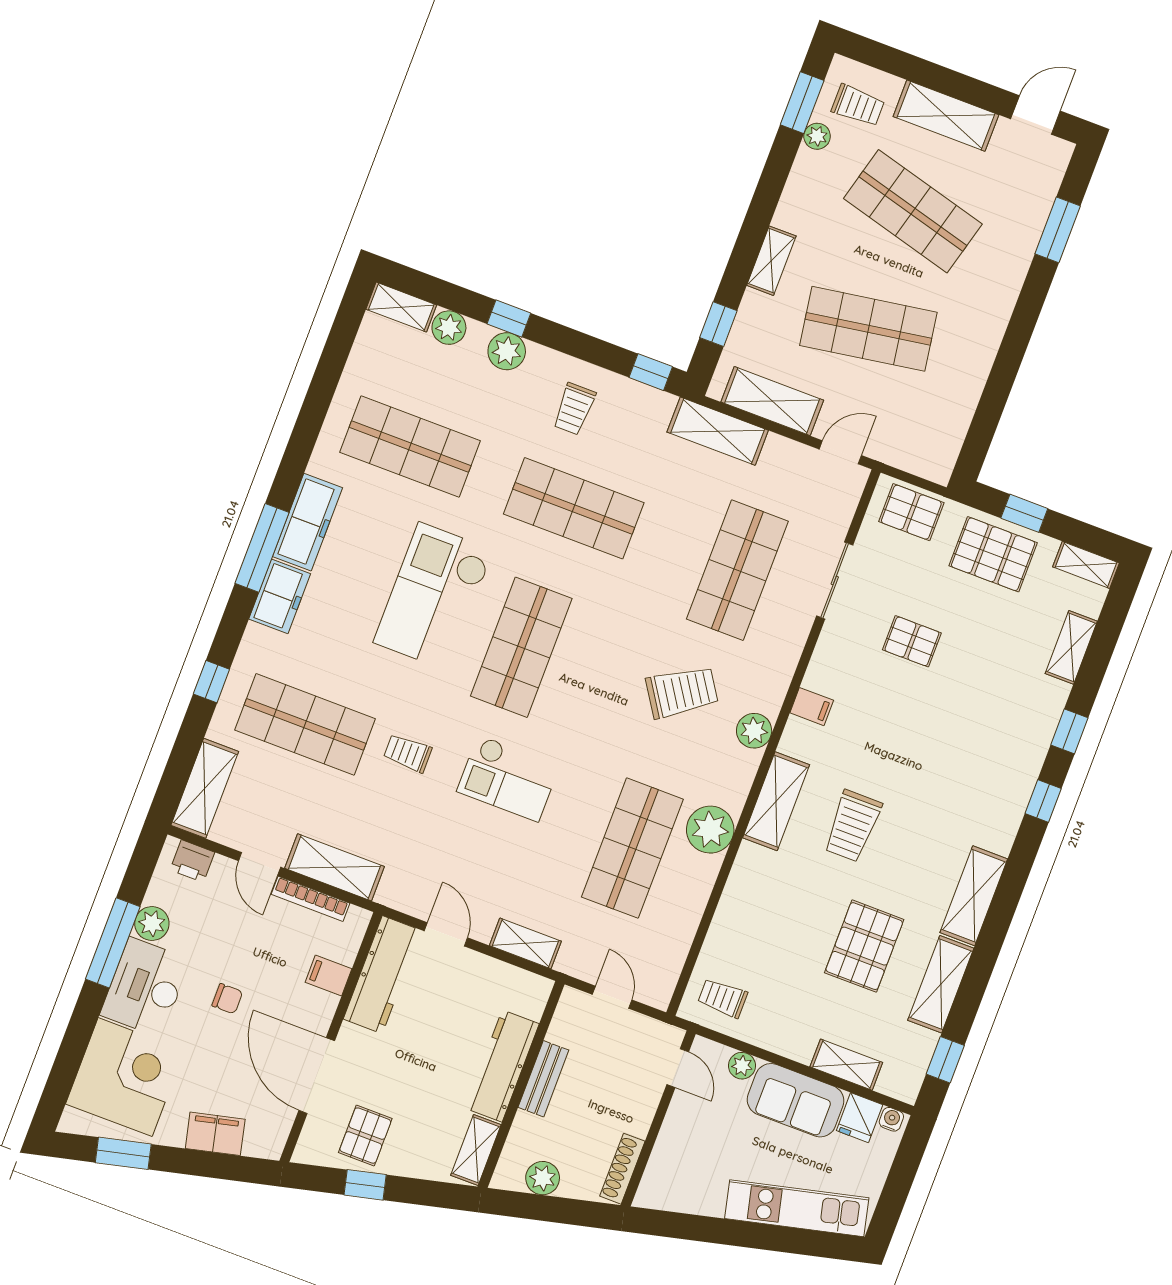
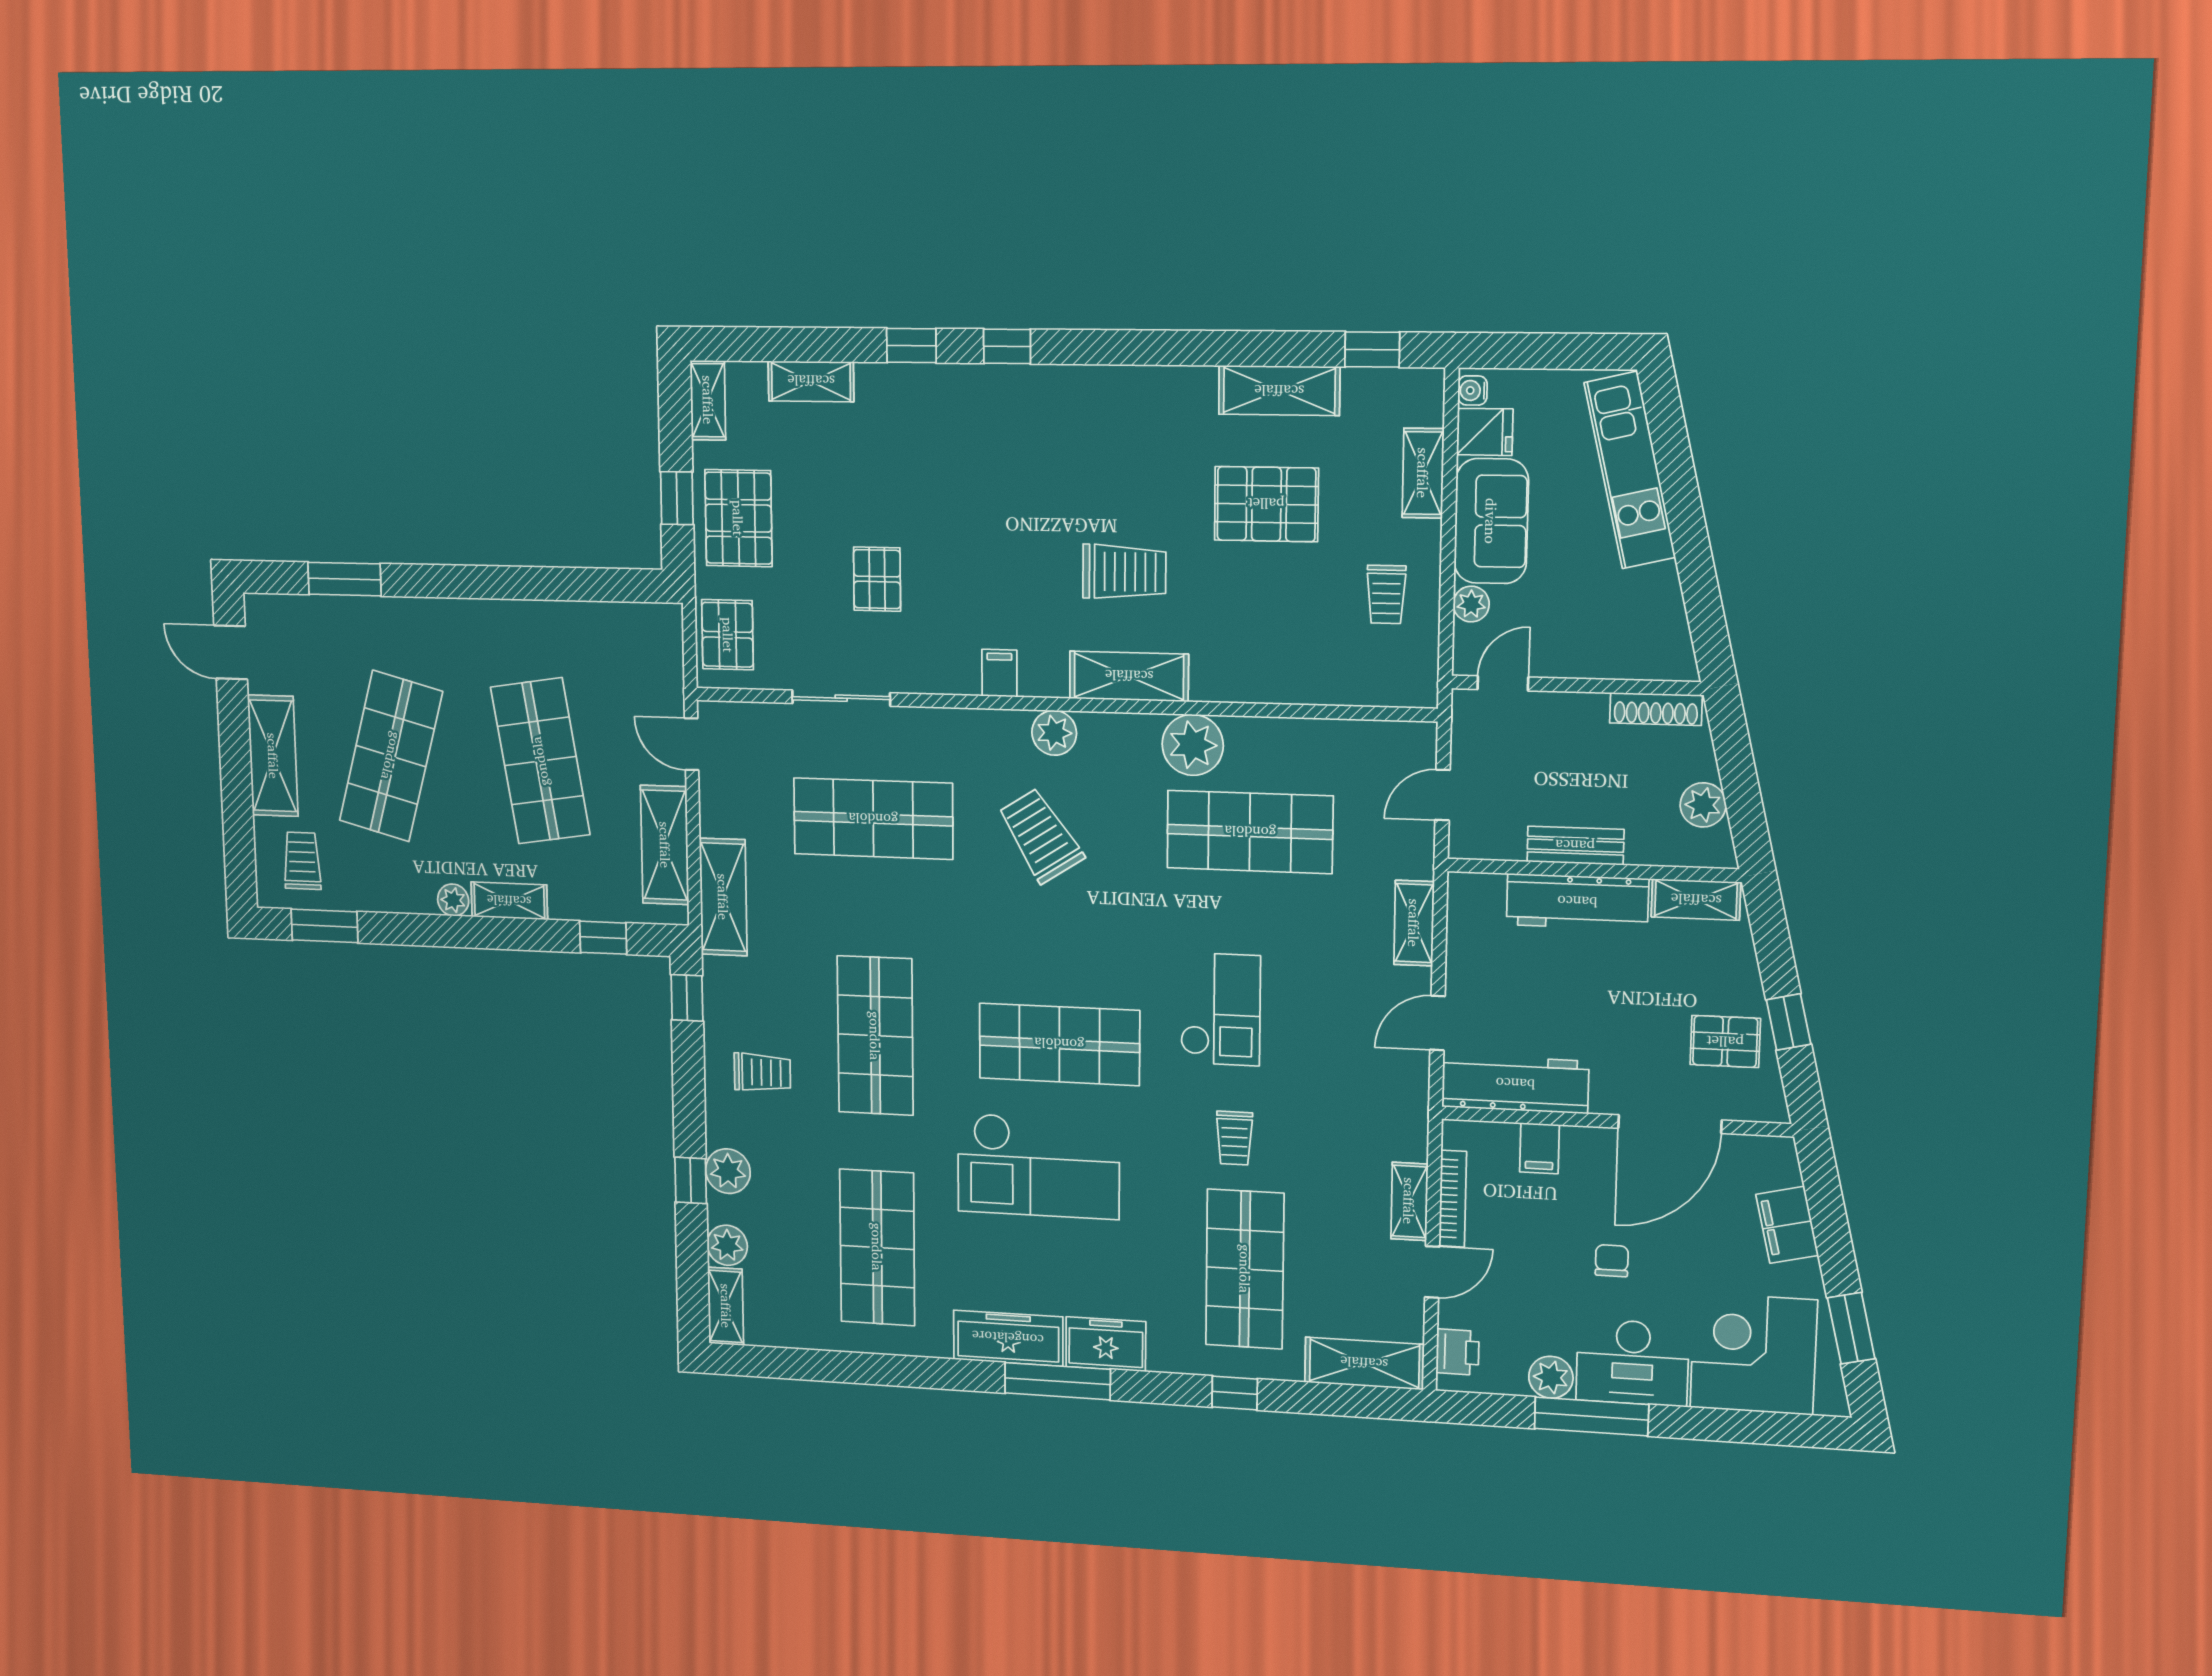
plant: (817, 136) -> (453, 900), moved
shelving: (335, 867) -> (1409, 1201), width x0.67, depth x0.75
shelving: (974, 896) -> (1154, 390), removed
trolley: (723, 998) -> (1386, 594), moved

